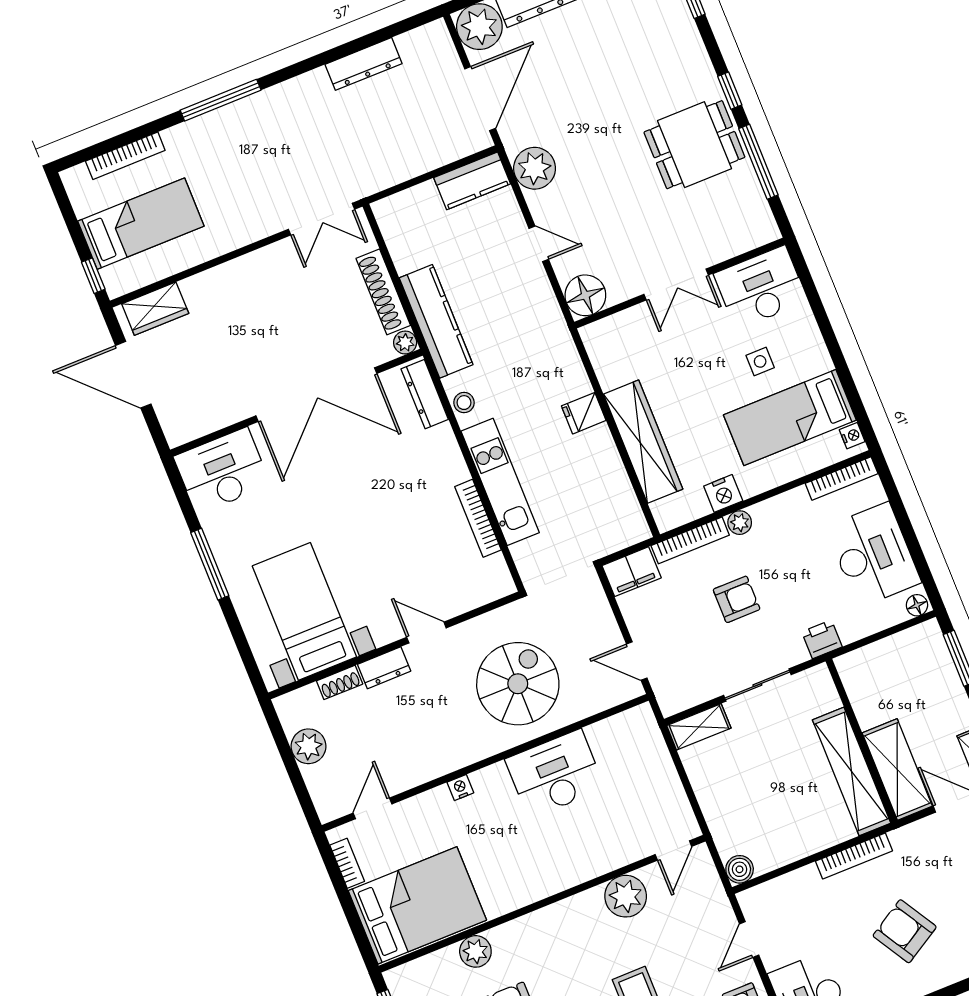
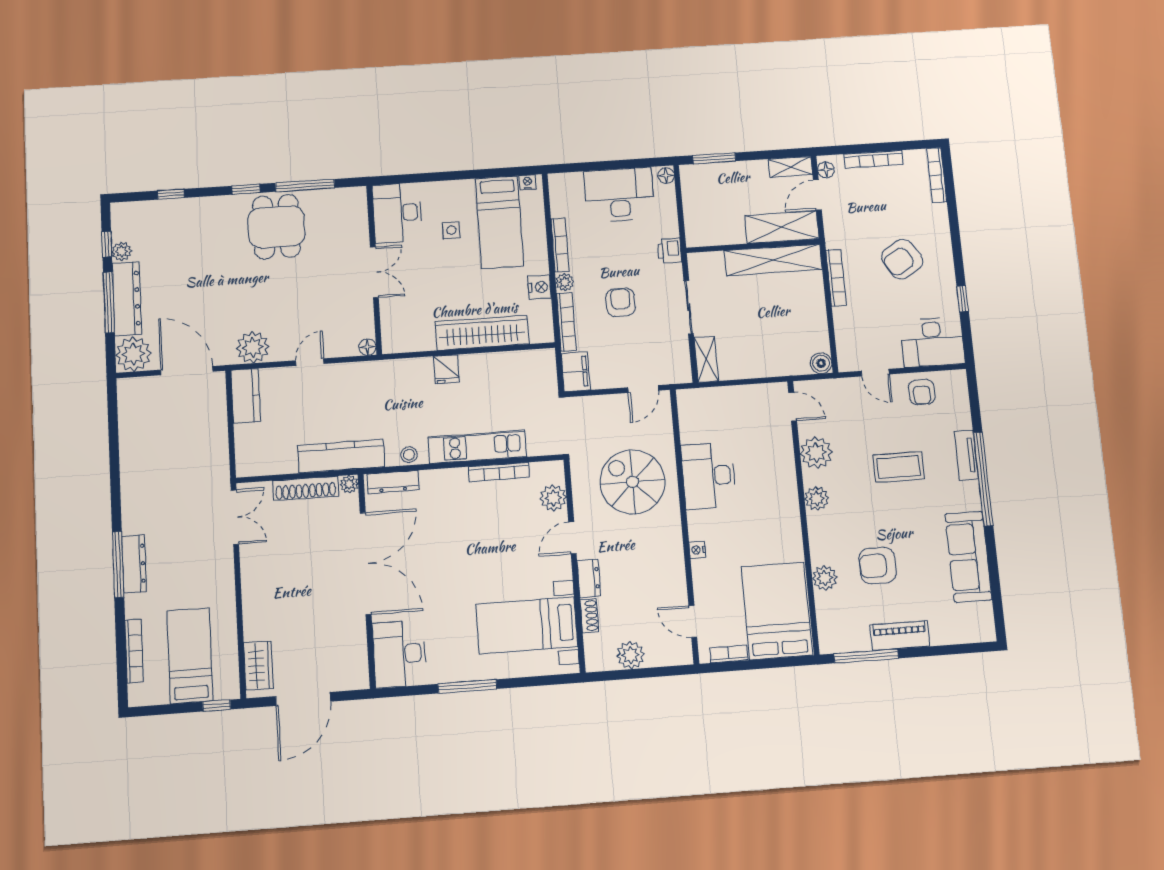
dresser: (364, 64) -> (134, 564), moved
floor lamp: (585, 295) -> (368, 347), width x0.53, depth x0.53
bookcase: (842, 479) -> (560, 245), moved
plant: (467, 594) -> (553, 498), added
plant: (569, 913) -> (817, 498), added

